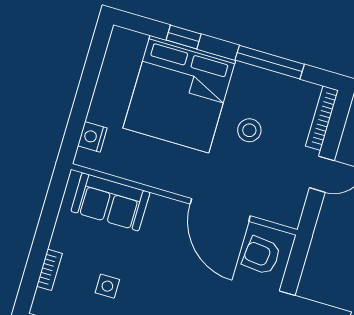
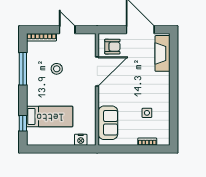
window: (184, 37) -> (23, 123), moved
bed: (179, 94) -> (50, 116), width x0.49
armchair: (261, 255) -> (112, 47), turned -96

